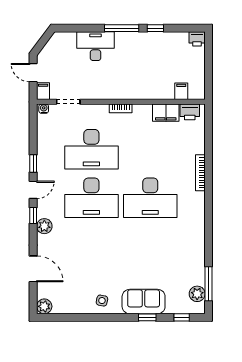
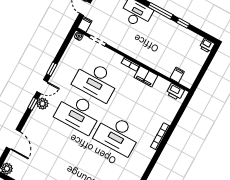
filing cabinet: (166, 113) -> (146, 76), moved
plant: (44, 226) -> (42, 104), moved

